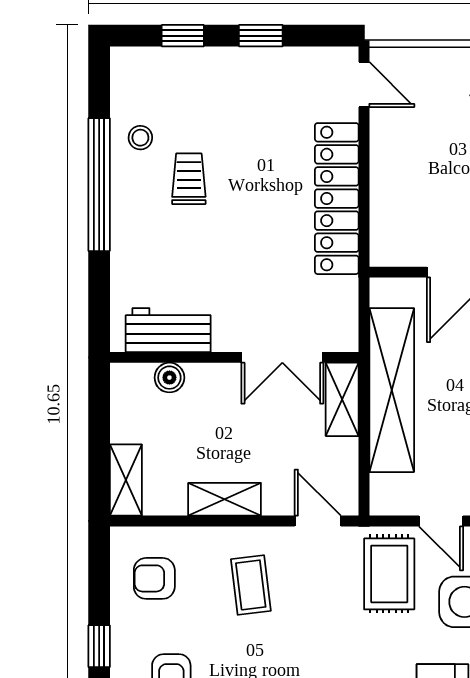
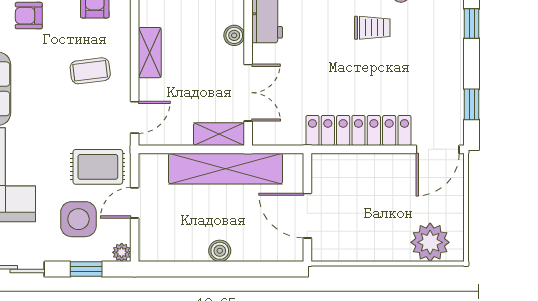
window: (261, 36) -> (472, 104), moved
door: (364, 85) -> (438, 149), width x1.38
double door: (282, 357) -> (248, 93), swing flipped
boiler: (169, 378) -> (234, 35), moved

